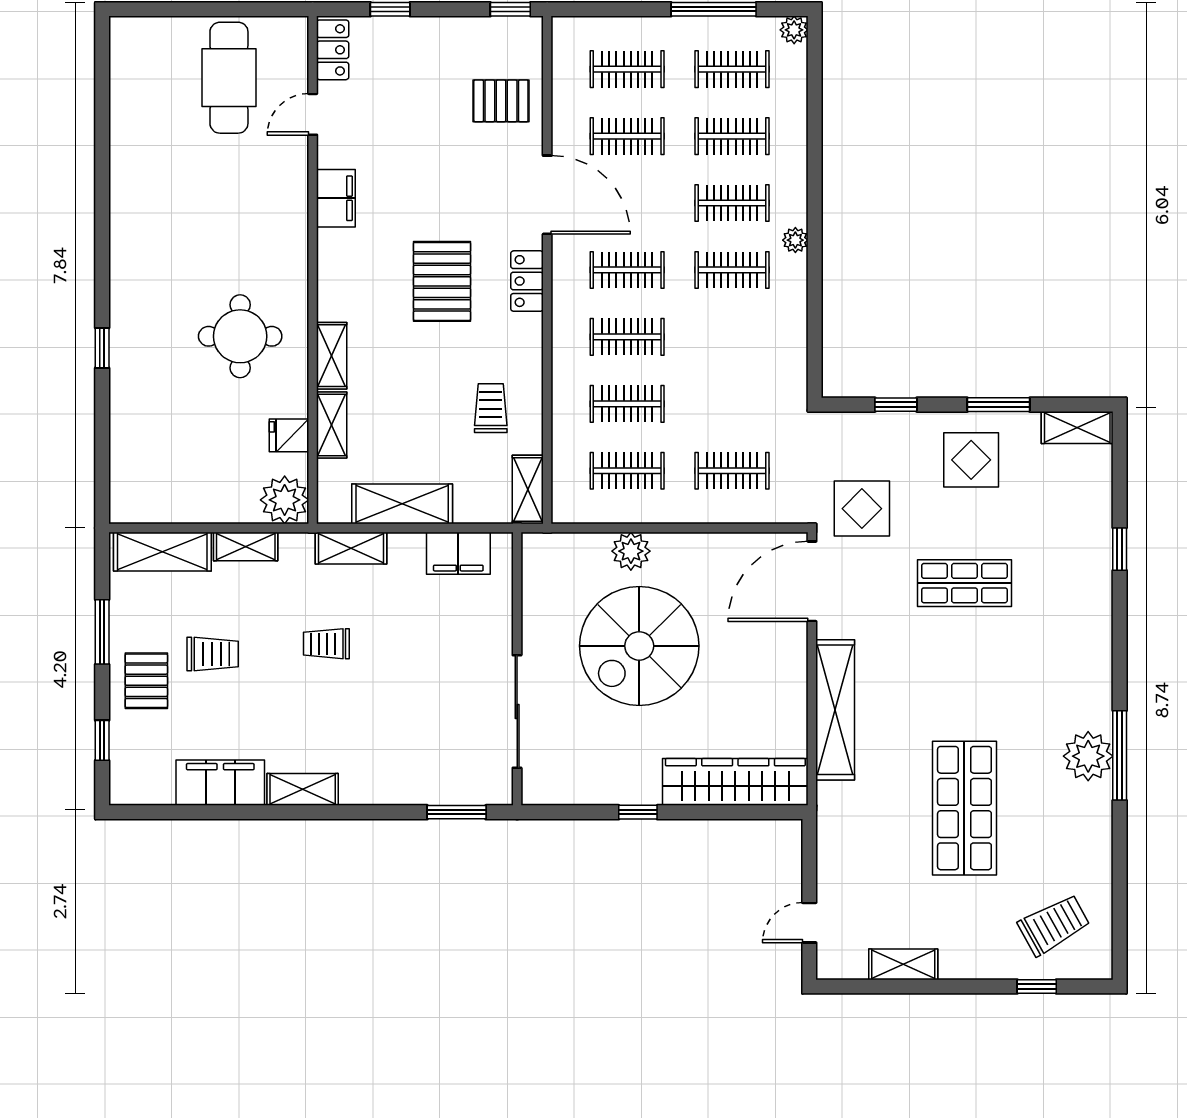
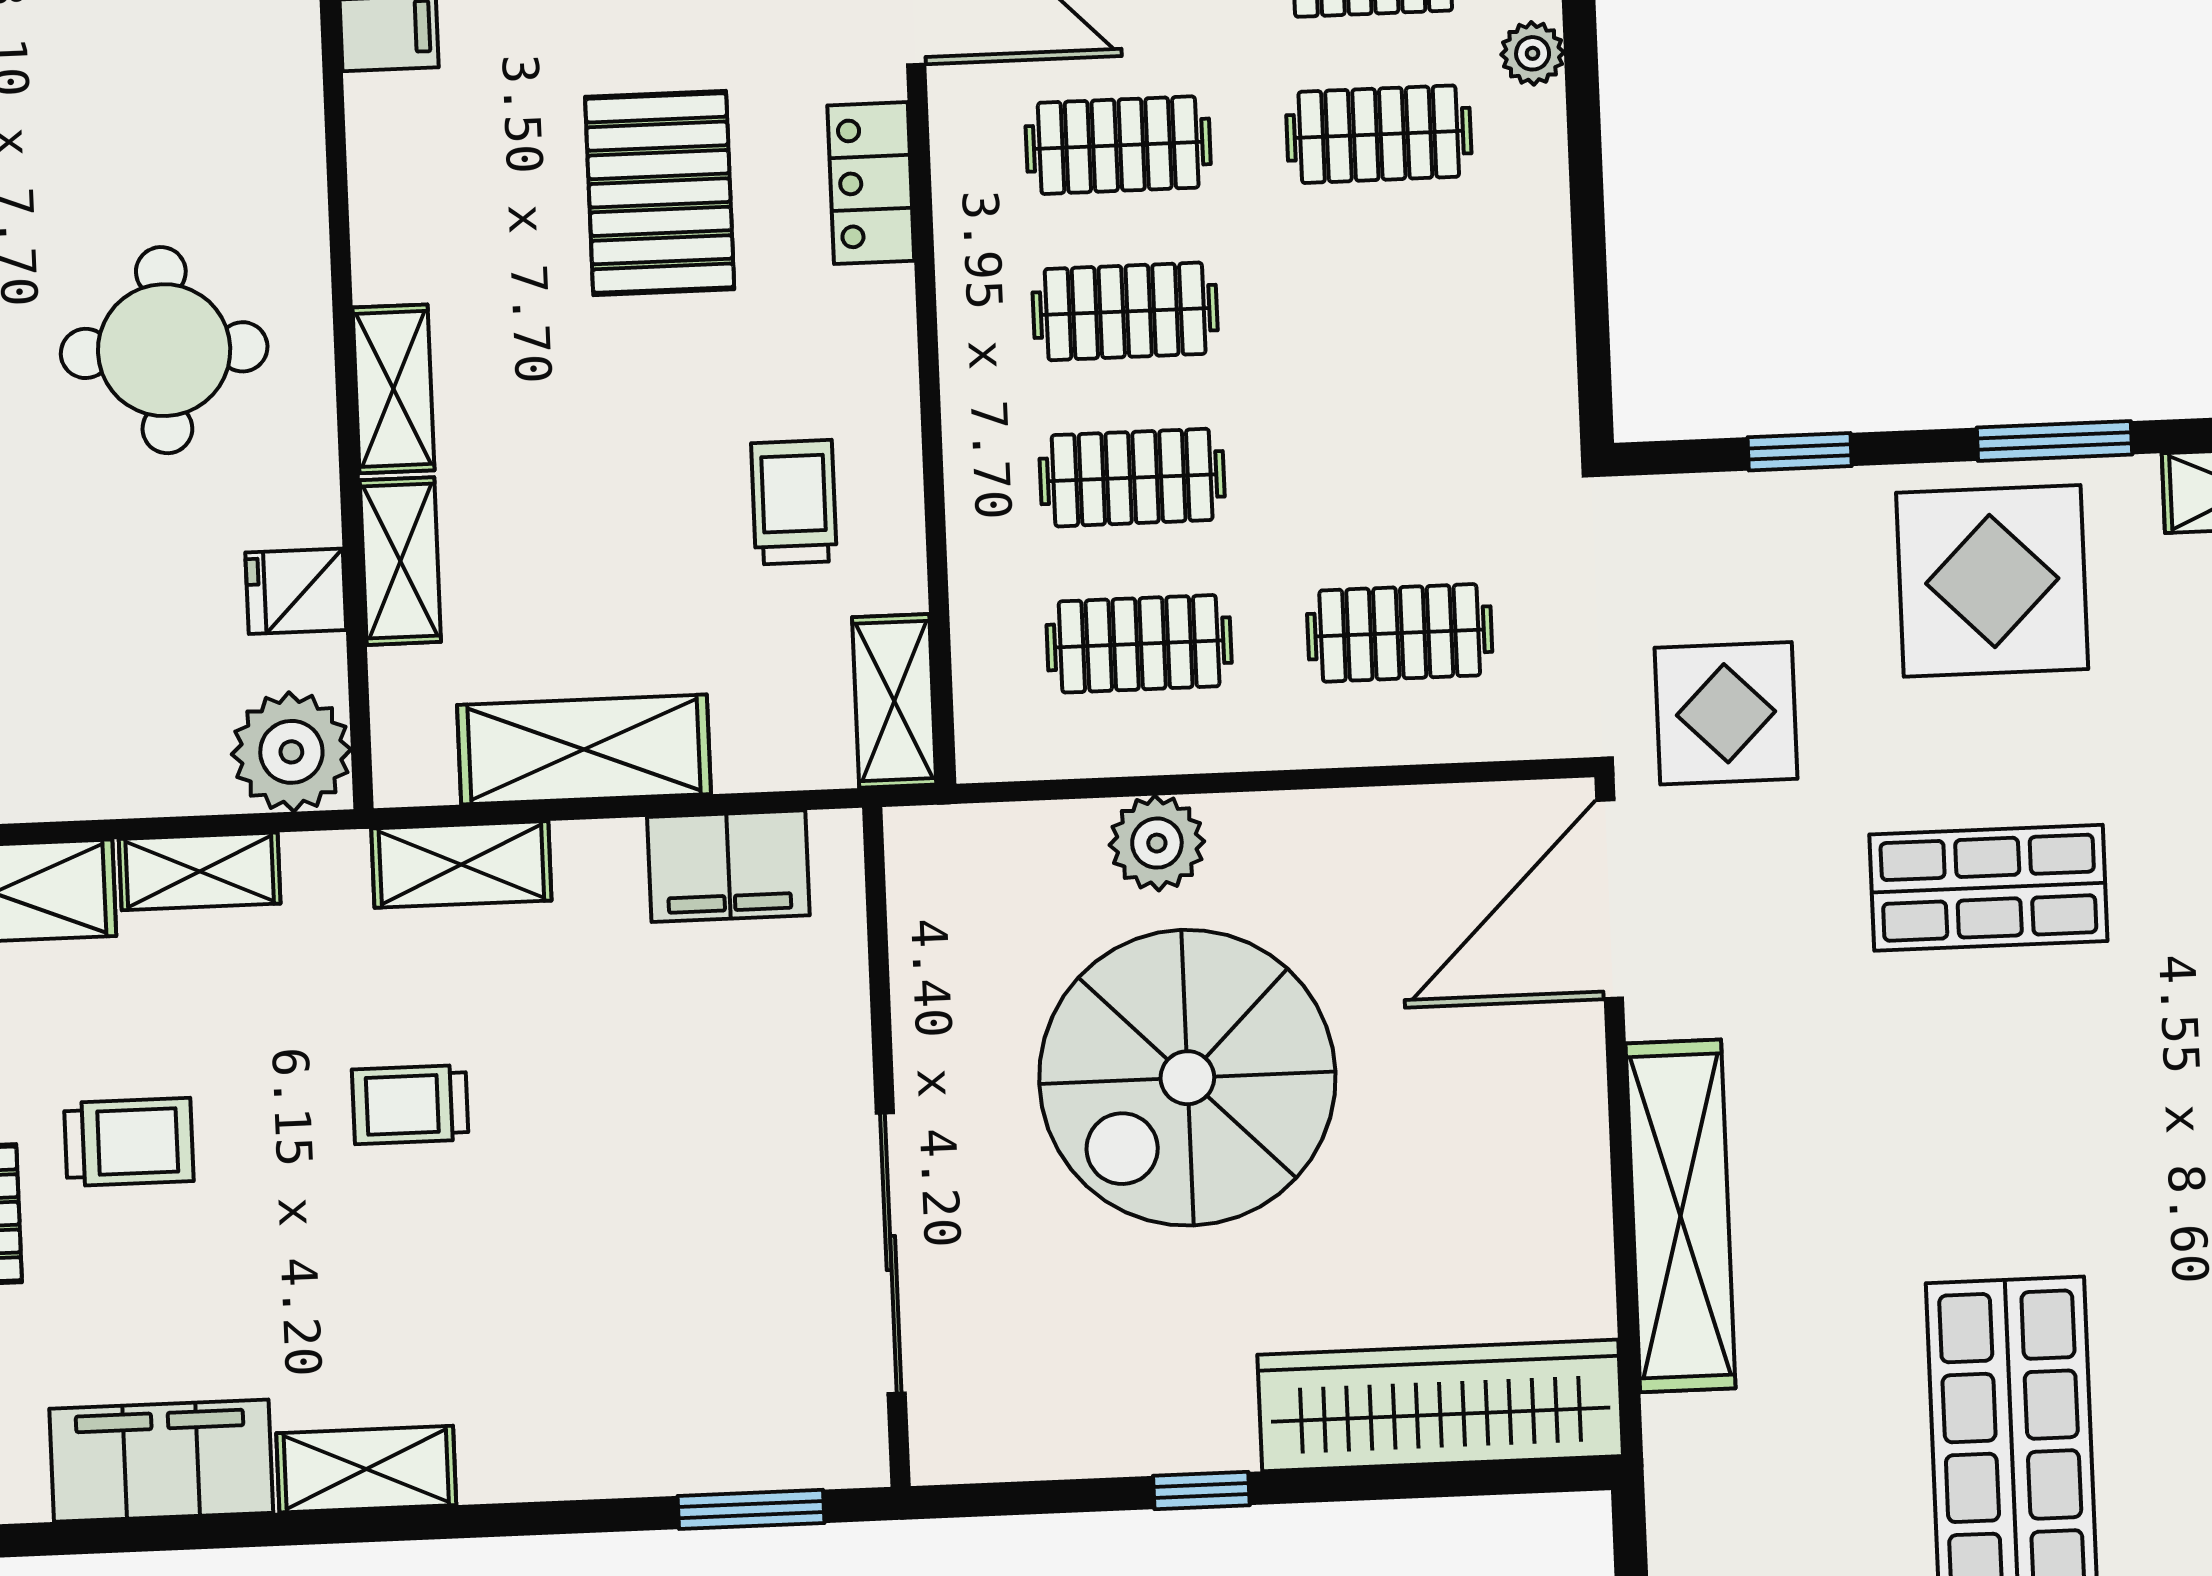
display table: (971, 460) -> (1992, 581), width x1.36, depth x1.36

